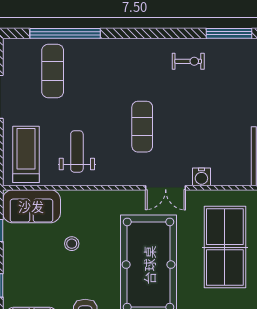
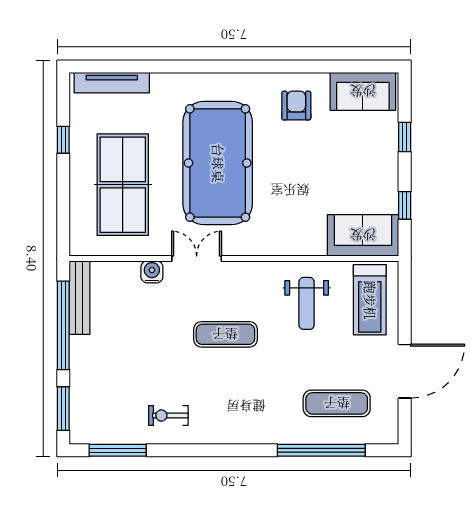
exercise mat: (53, 71) -> (337, 403), turned 90
exercise mat: (142, 127) -> (225, 334), turned 90
stool: (72, 244) -> (313, 189), removed

